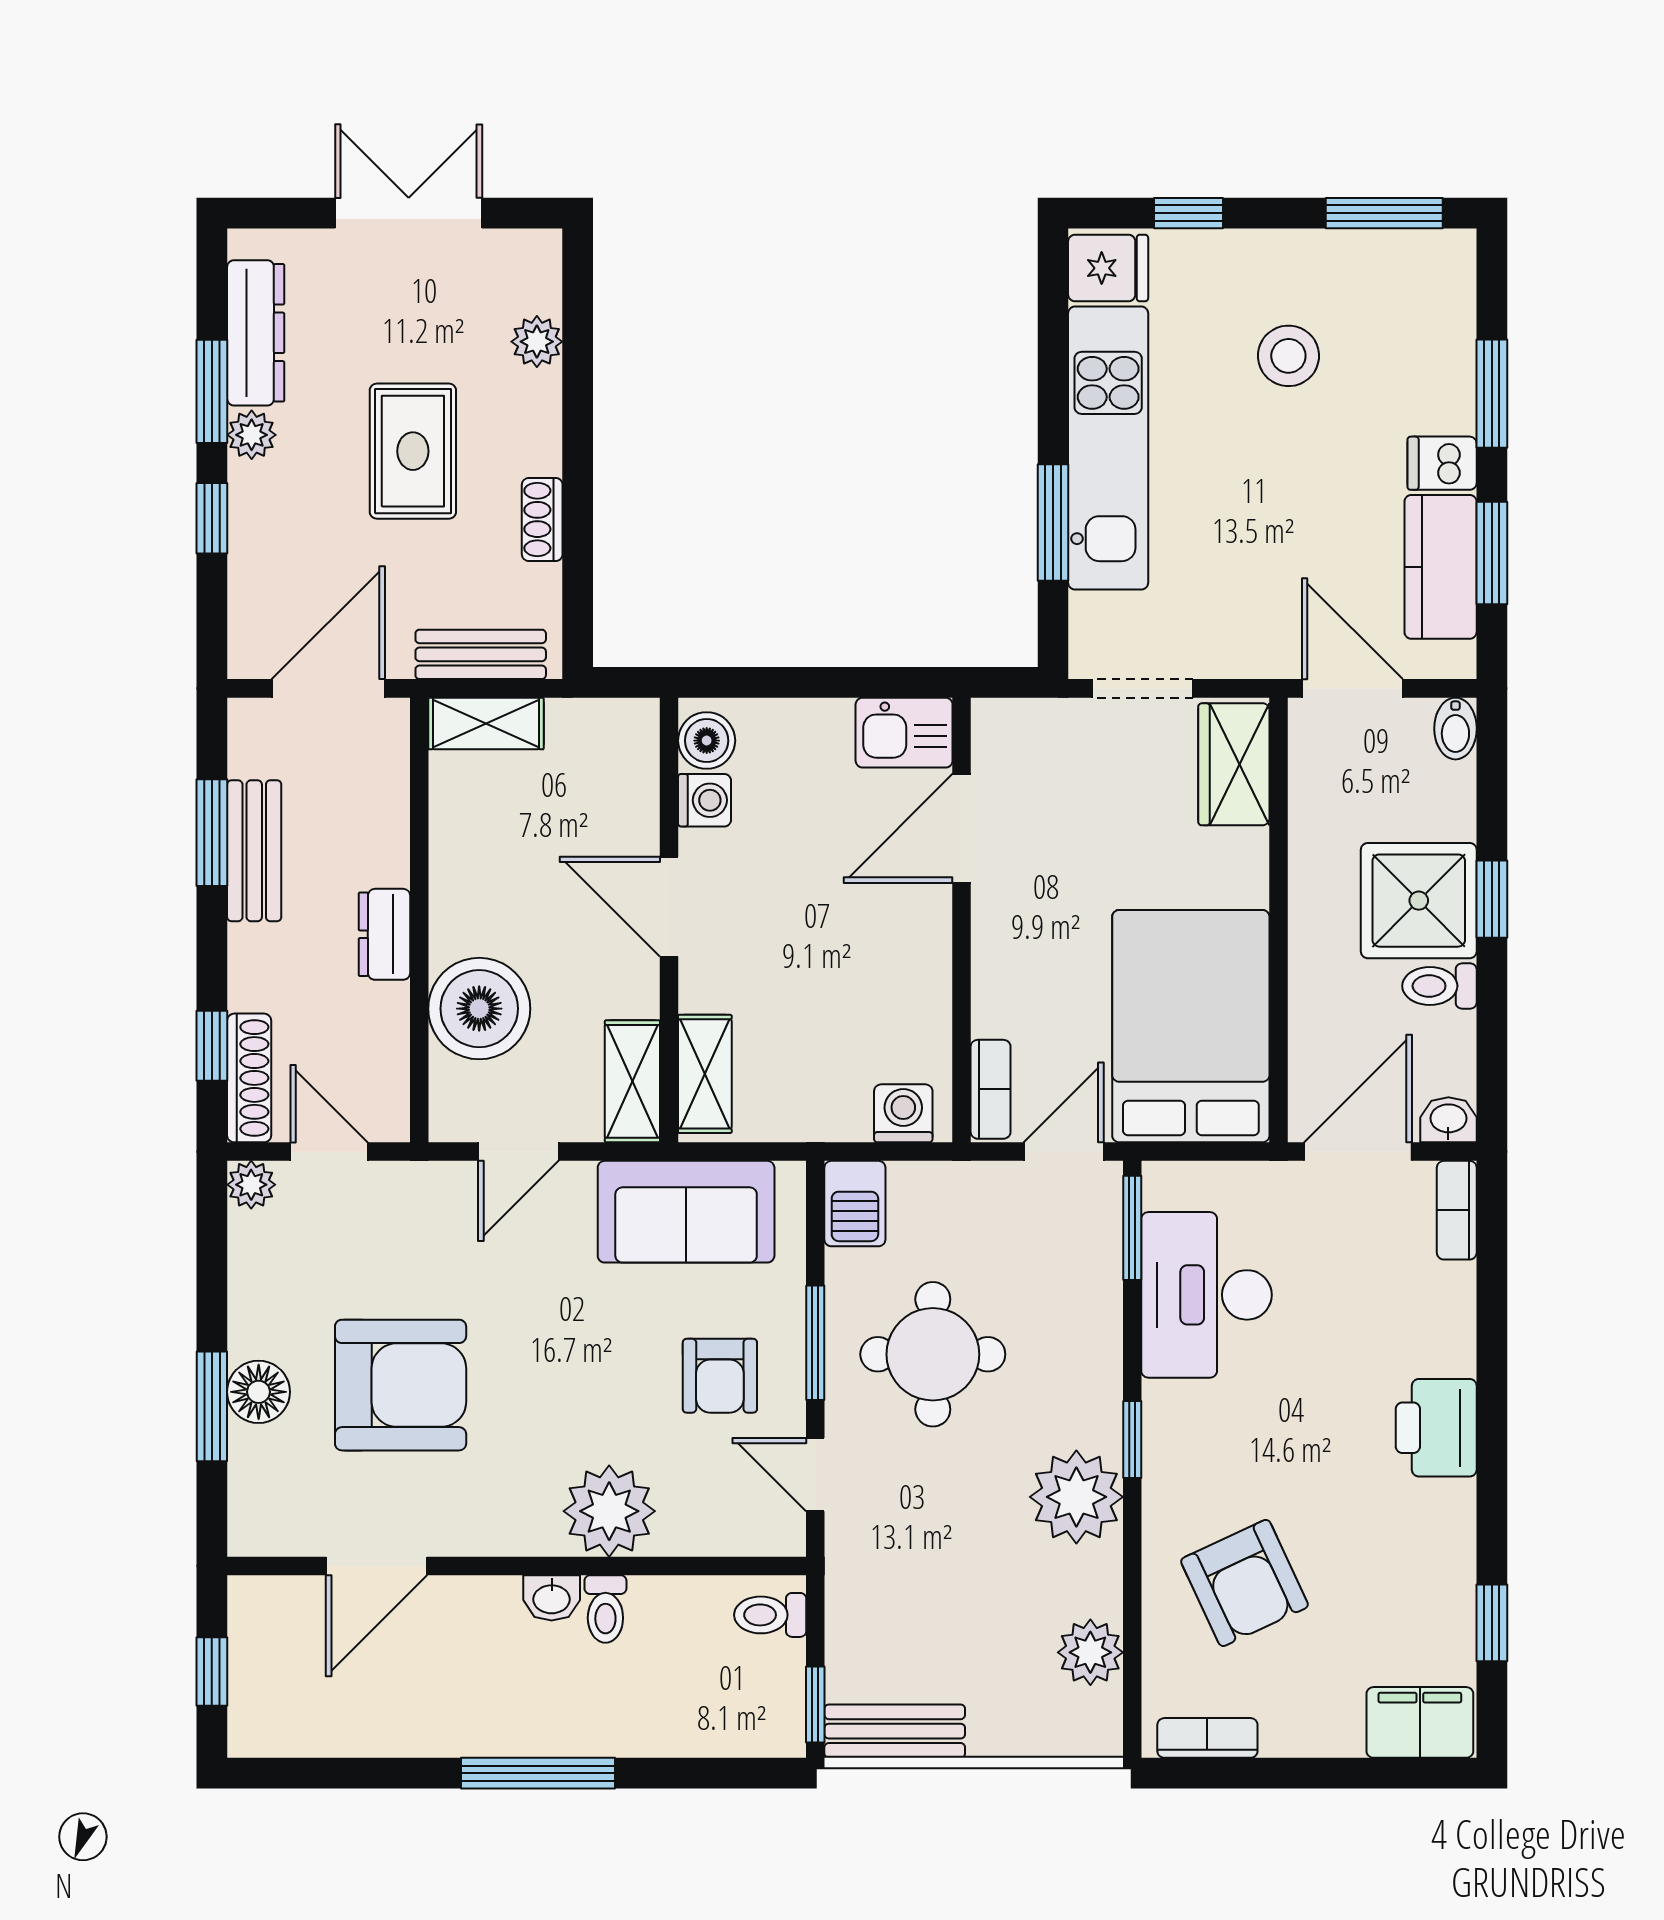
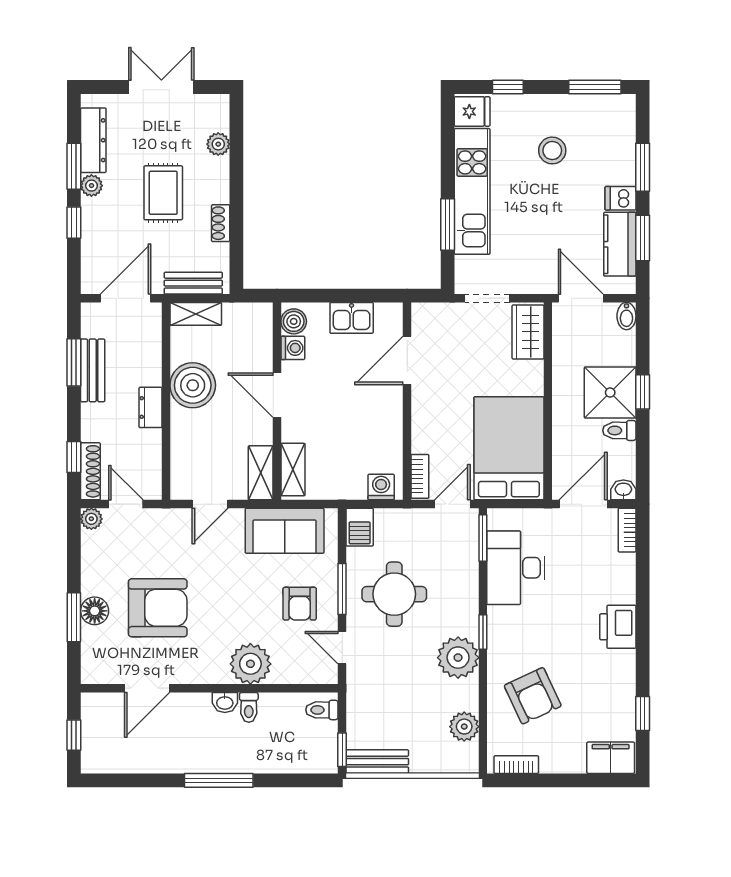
kitchen sink: (904, 733) -> (352, 318), moved
boiler: (479, 1009) -> (193, 385), moved

